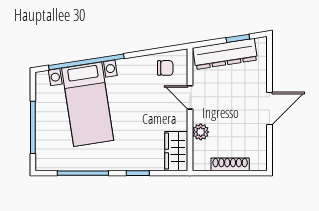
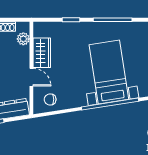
plant: (201, 132) -> (23, 39), moved
wardrobe: (176, 151) -> (42, 53), moved

